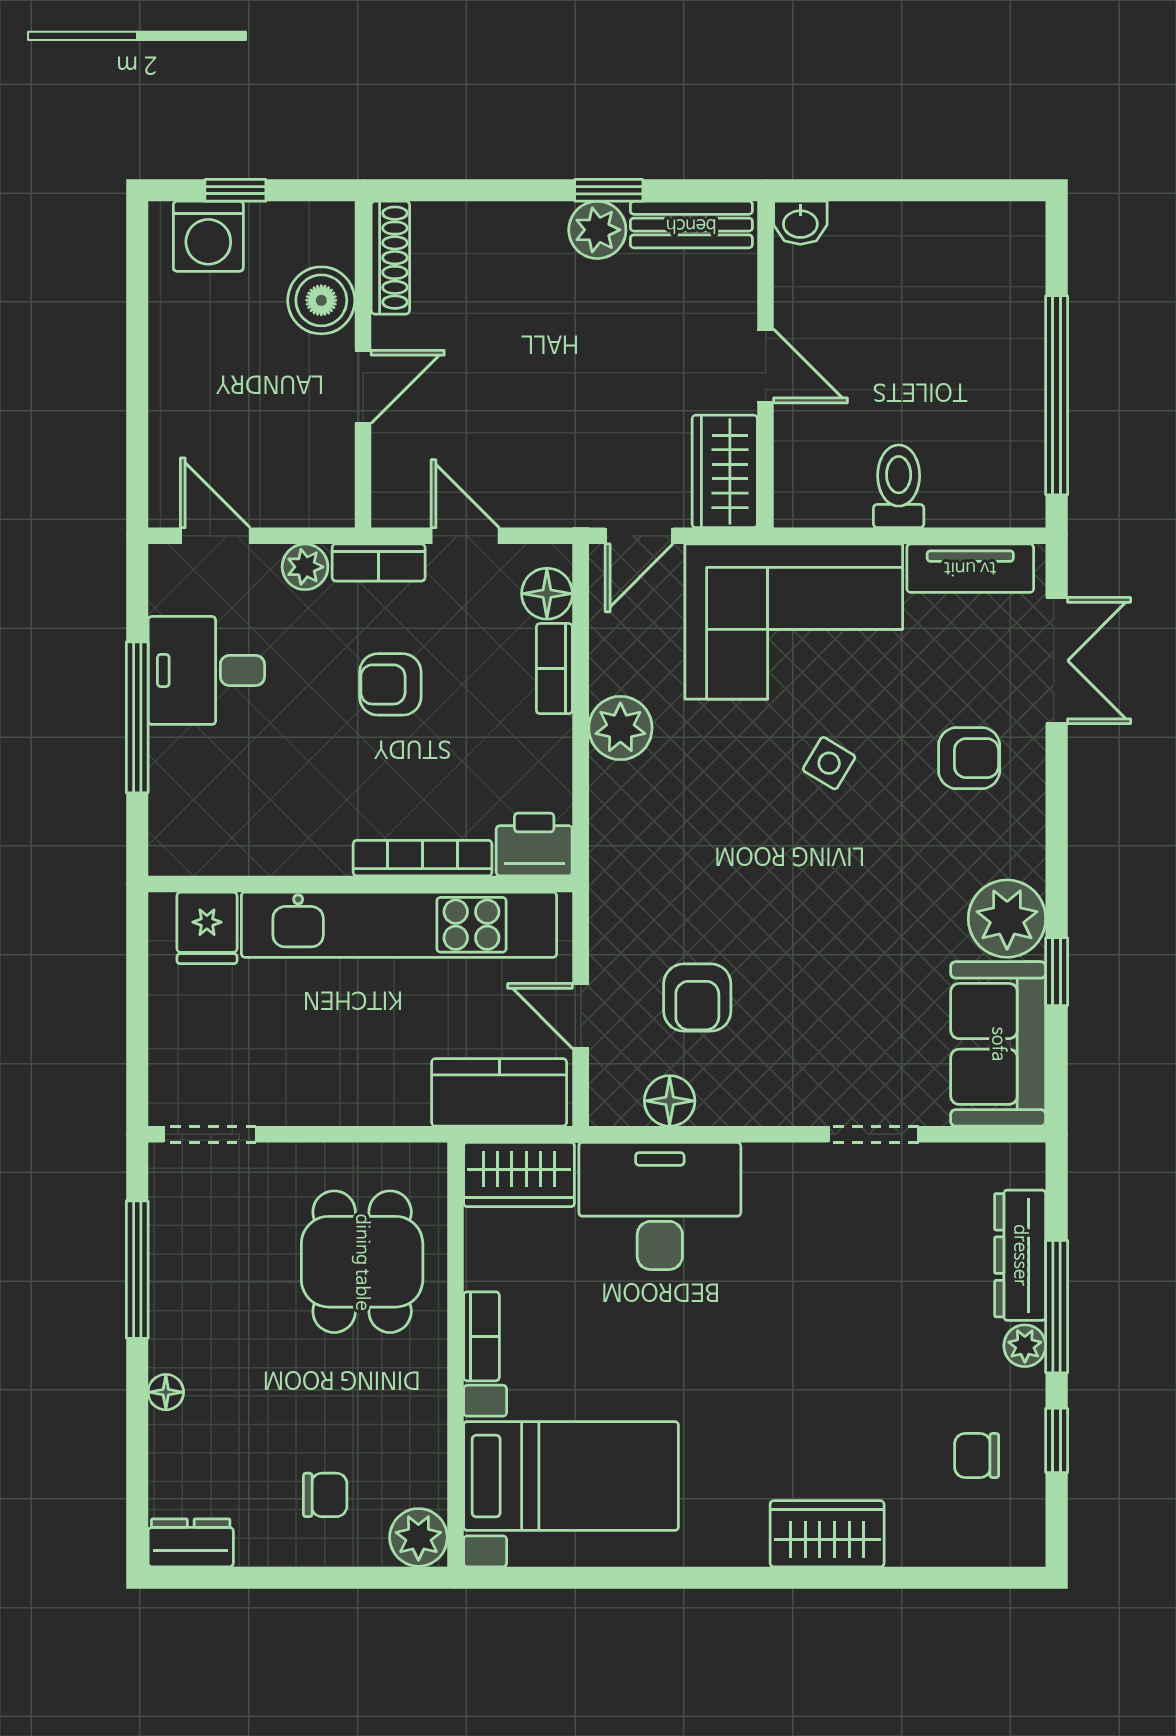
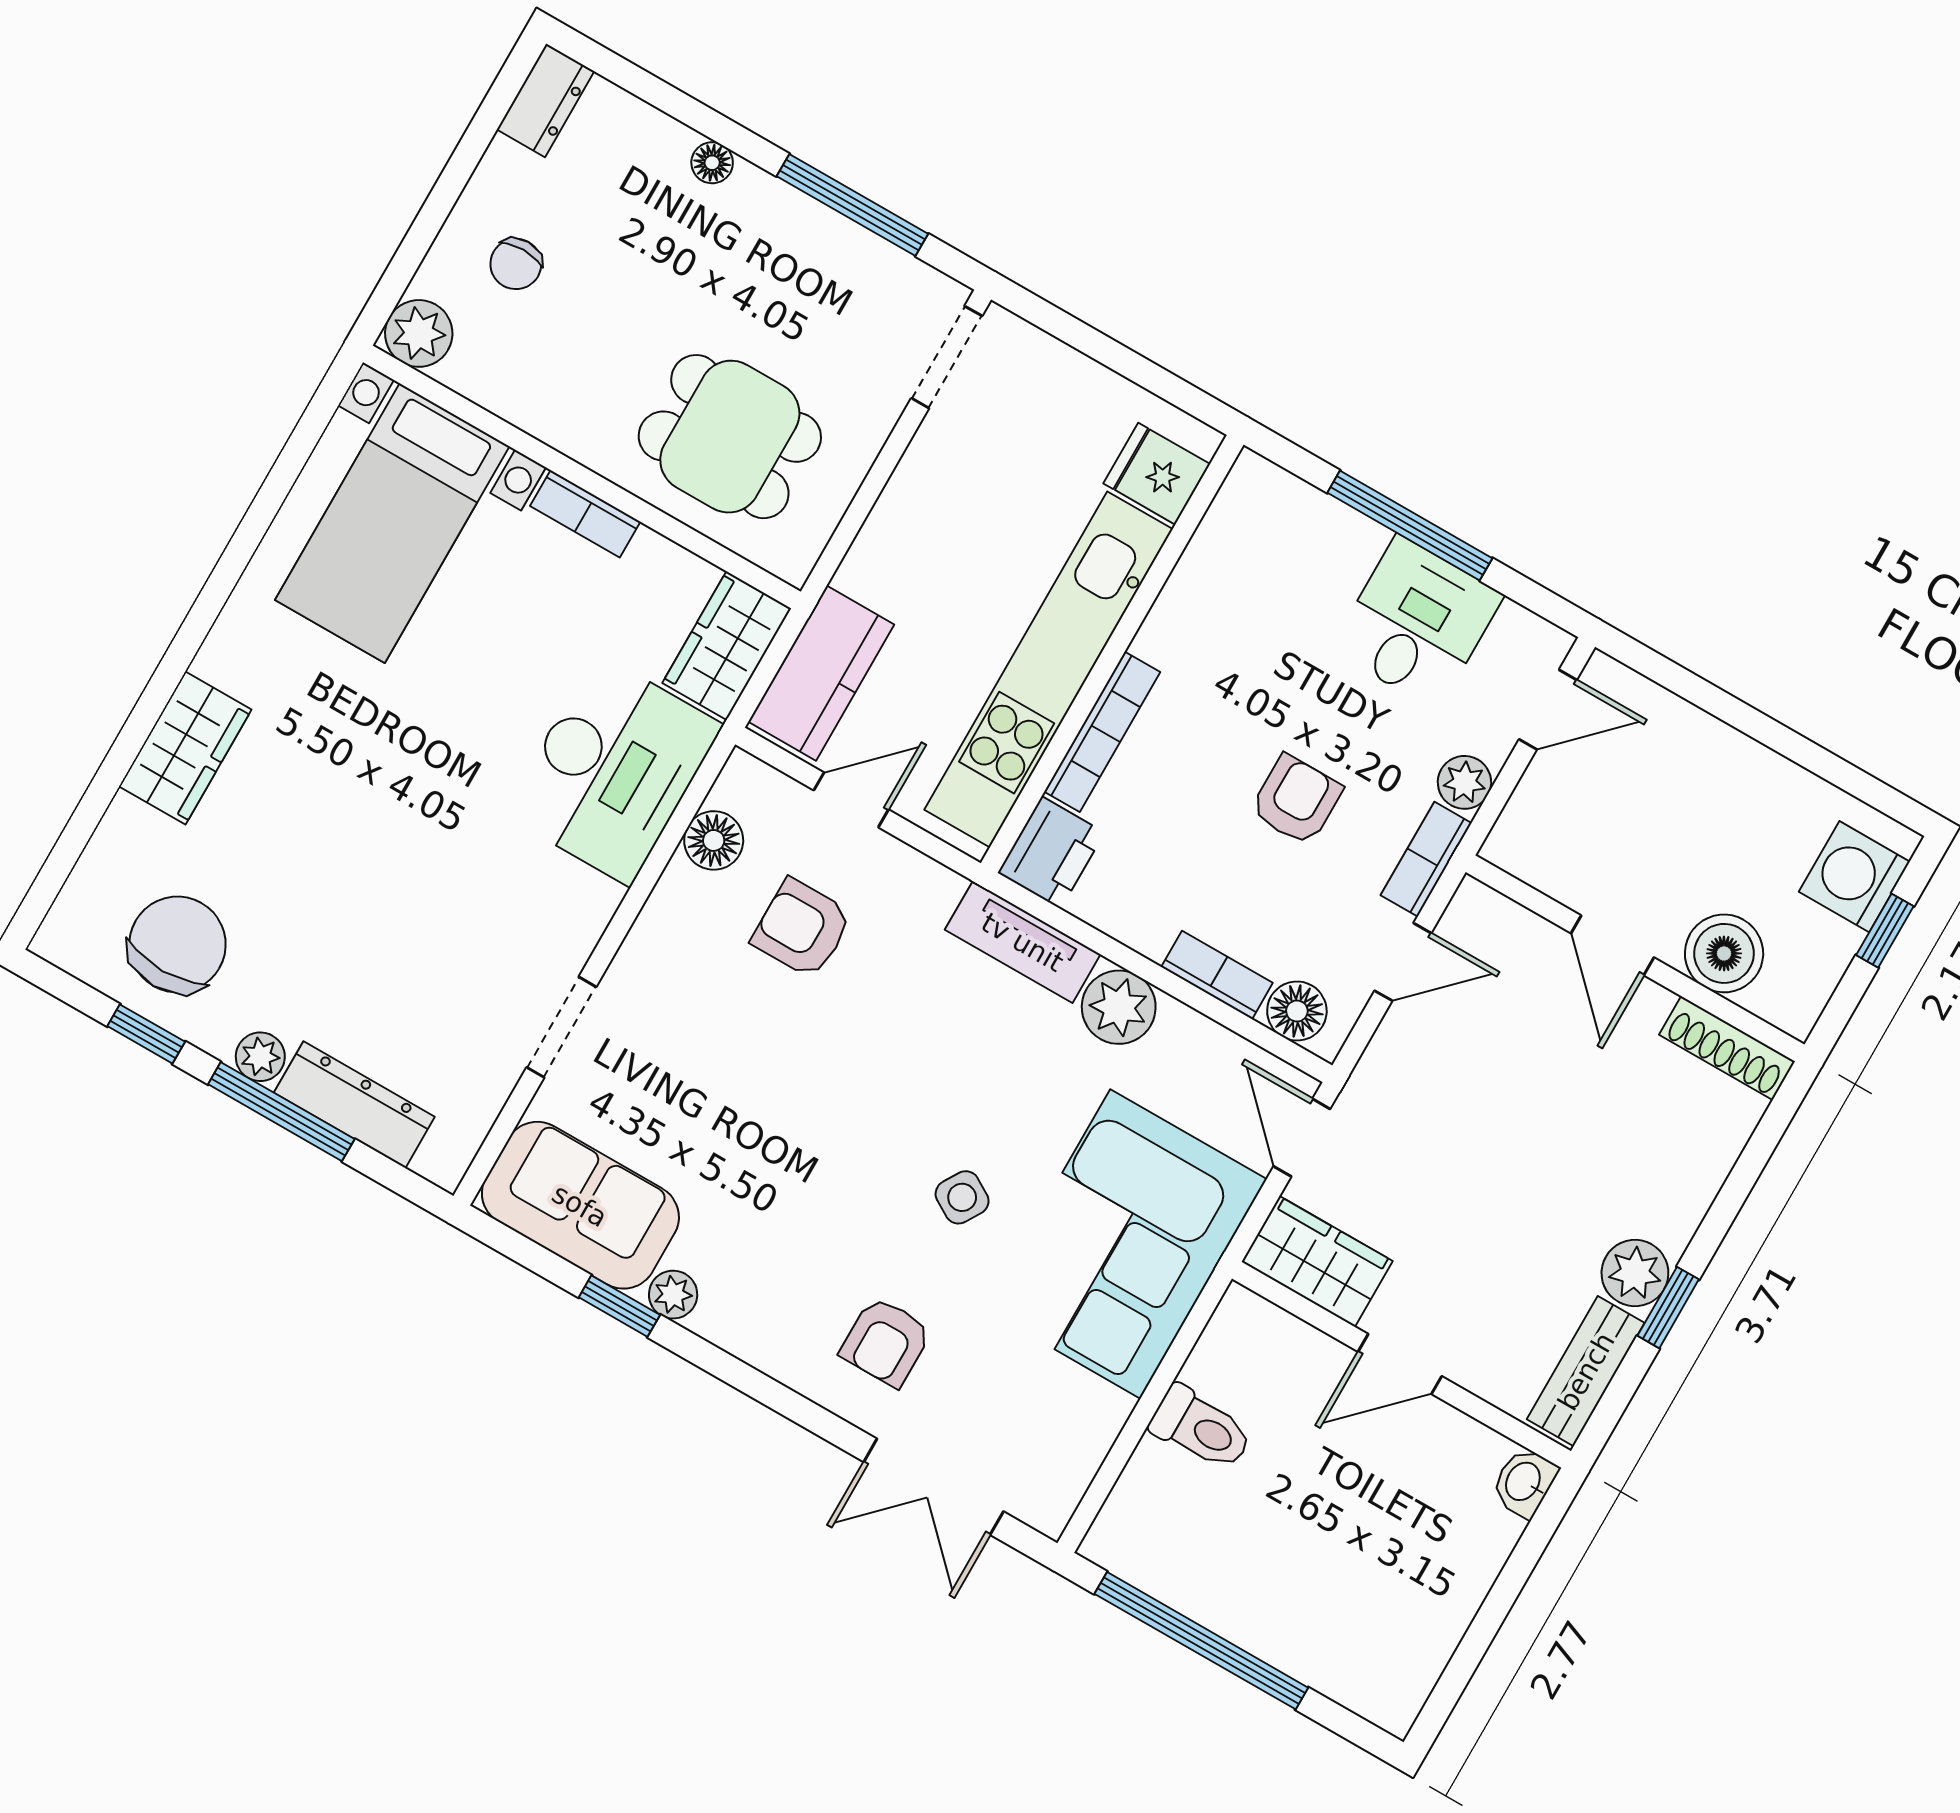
tv unit: (970, 568) -> (1023, 942), moved, turned -90
plant: (1007, 919) -> (673, 1295), width x0.53, depth x0.53
chair: (977, 1455) -> (177, 944), width x1.87, depth x1.87

